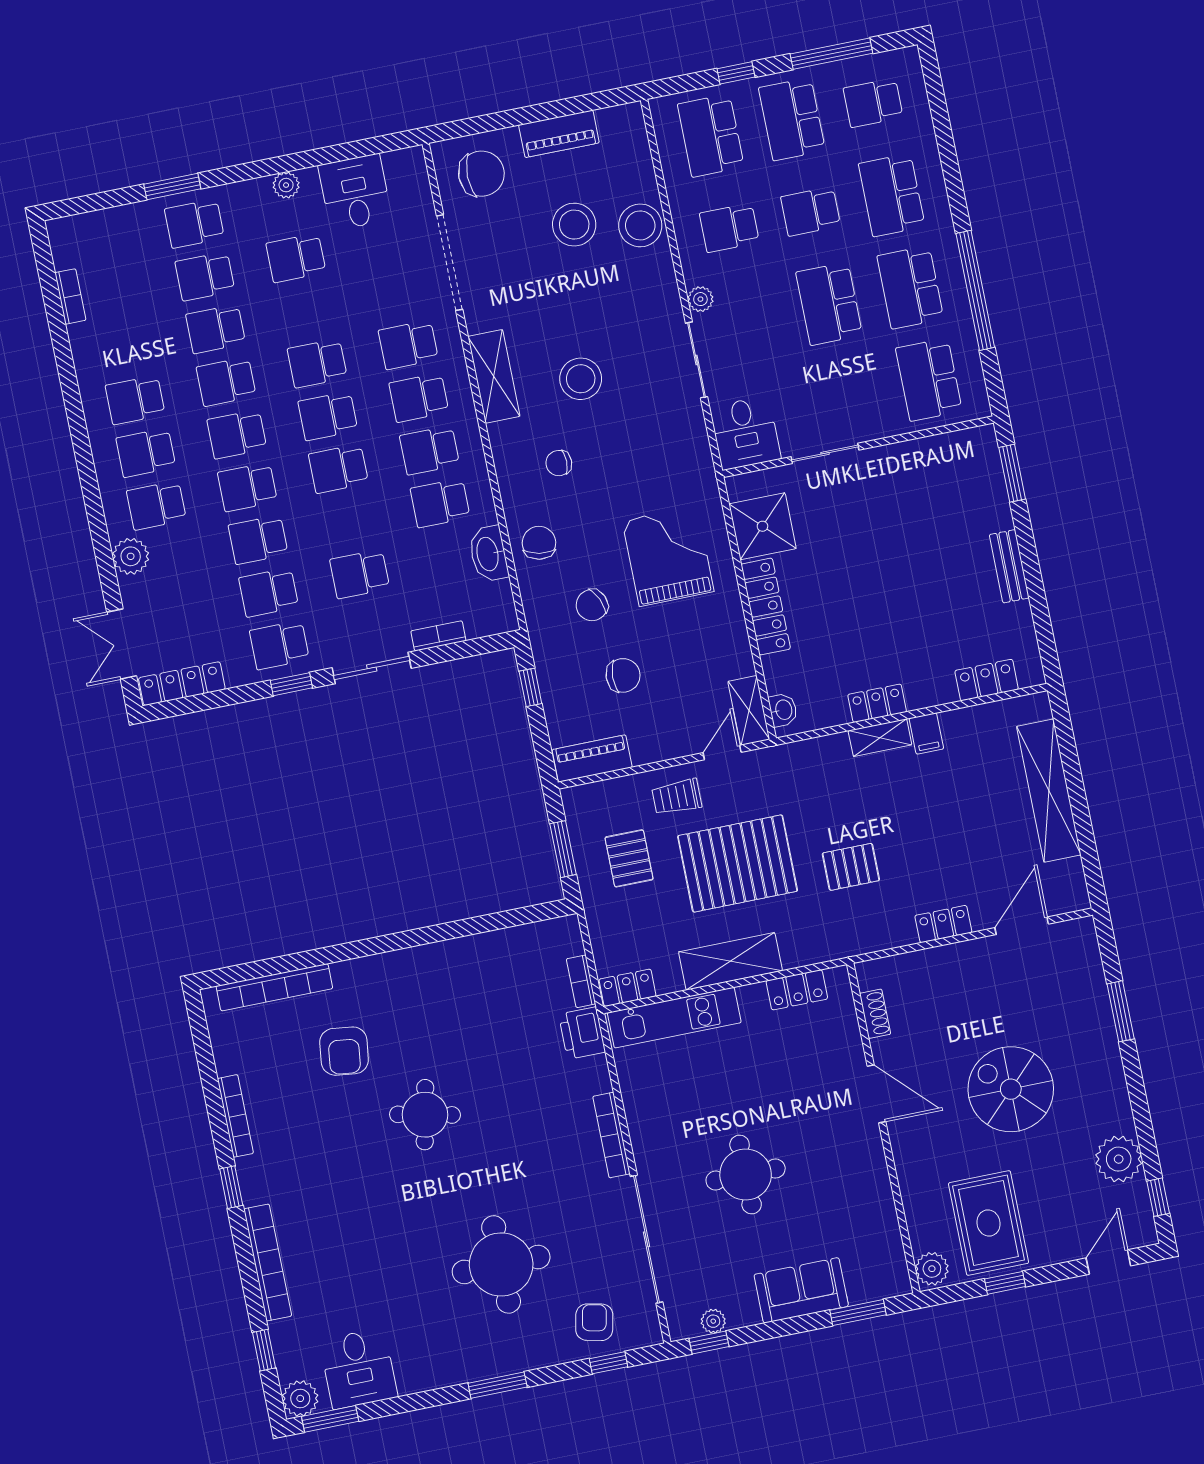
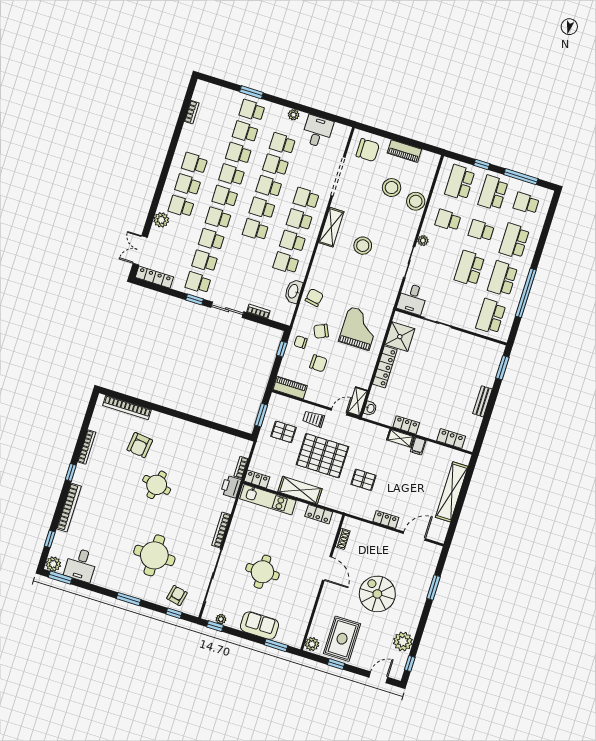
chair: (559, 463) -> (301, 342), moved
school desk: (360, 574) -> (276, 165), moved
pallet: (629, 858) -> (284, 432), turned 90

